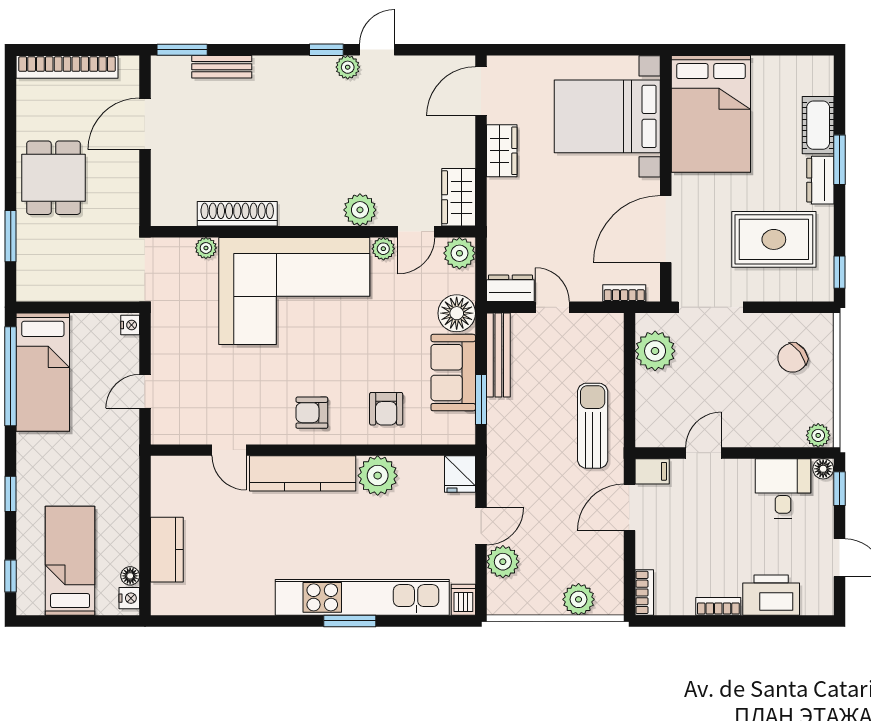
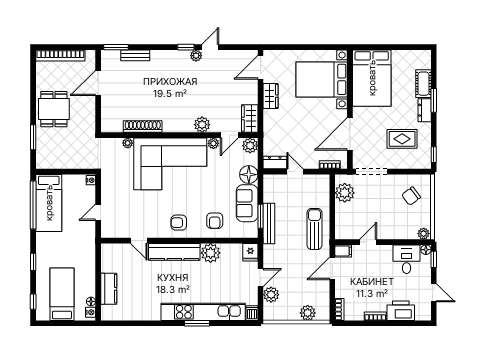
rug: (774, 239) -> (402, 139), width x0.73, depth x0.70
bench: (498, 355) -> (269, 223), moved

